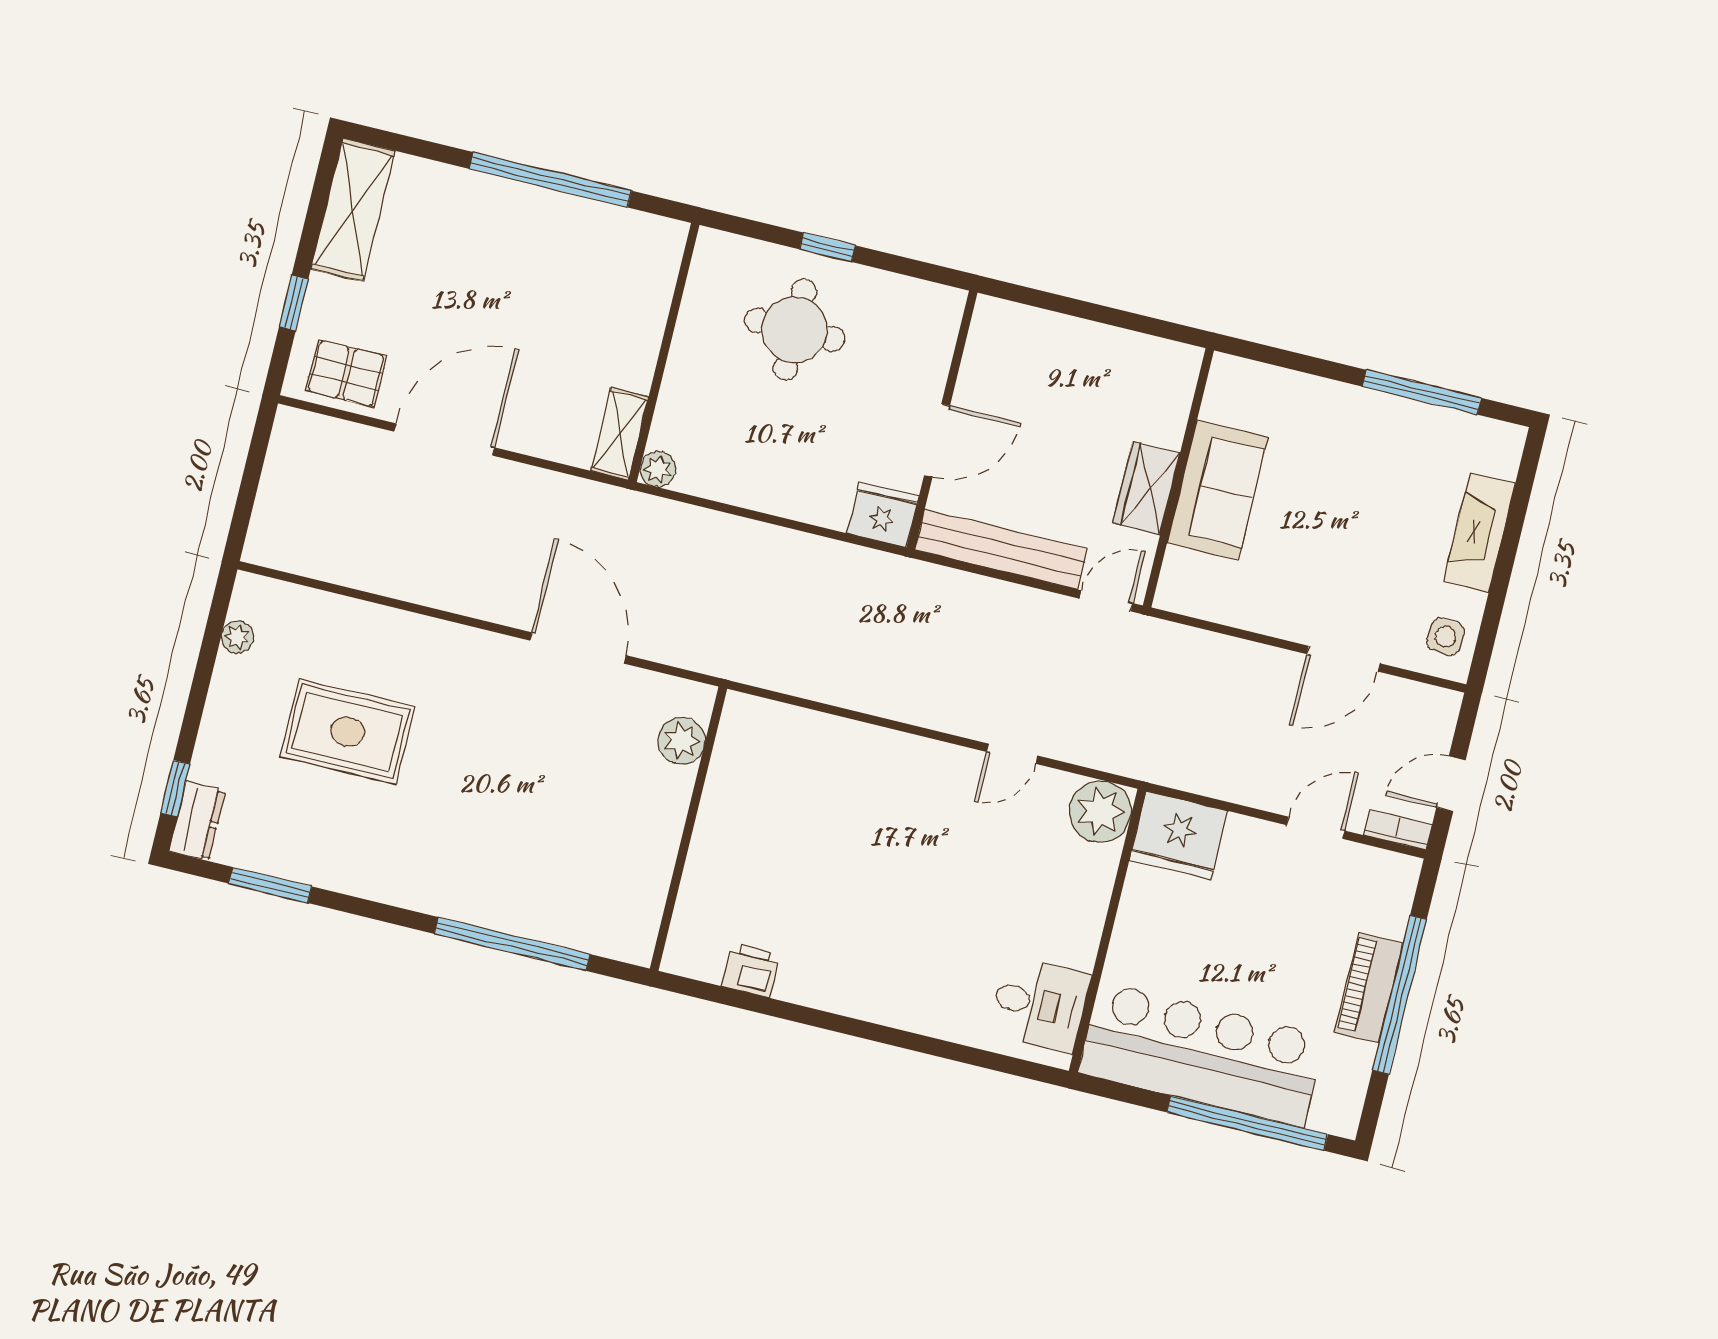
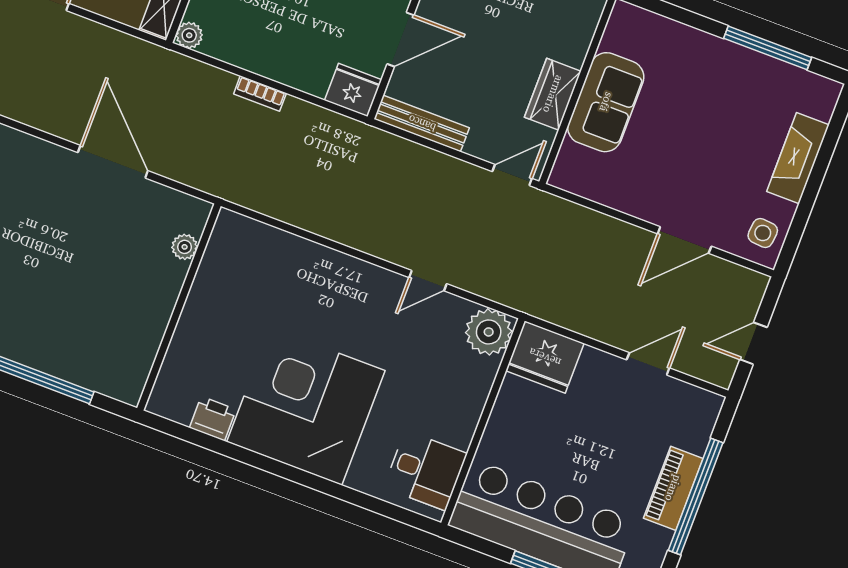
bench: (1001, 549) -> (422, 123), width x0.73, depth x0.82
plant: (681, 741) -> (185, 247), width x0.73, depth x0.73
bookcase: (1397, 830) -> (260, 94), moved, turned 180
corner desk: (872, 939) -> (306, 406), added

